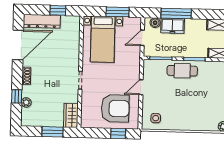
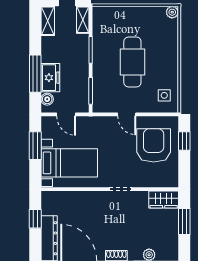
cafe table: (182, 71) -> (132, 62), moved, width x1.37, depth x1.35

